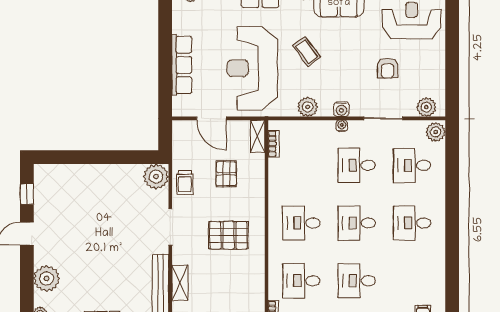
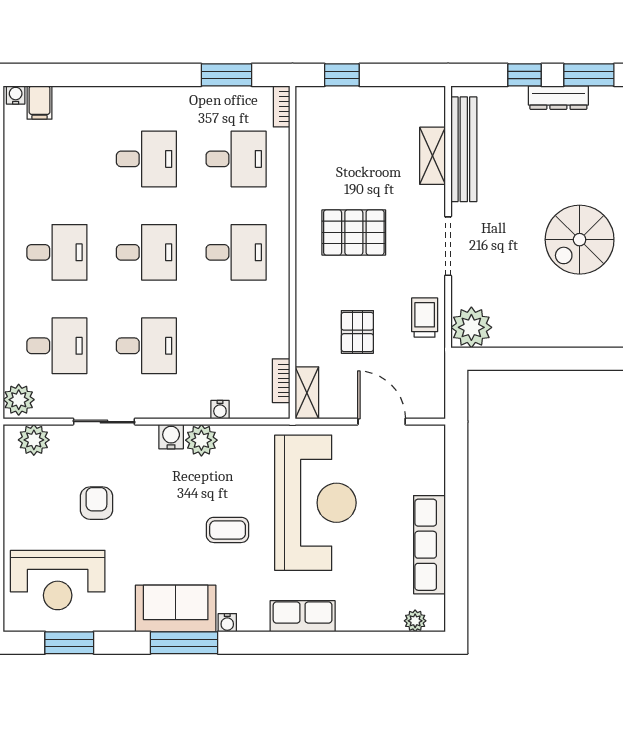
coffee table: (307, 51) -> (228, 530), turned -54
row of seats: (182, 65) -> (429, 545), moved
plant: (308, 107) -> (201, 440), moved
water cooler: (342, 126) -> (220, 410), moved
spiral stairs: (89, 231) -> (580, 240), added

